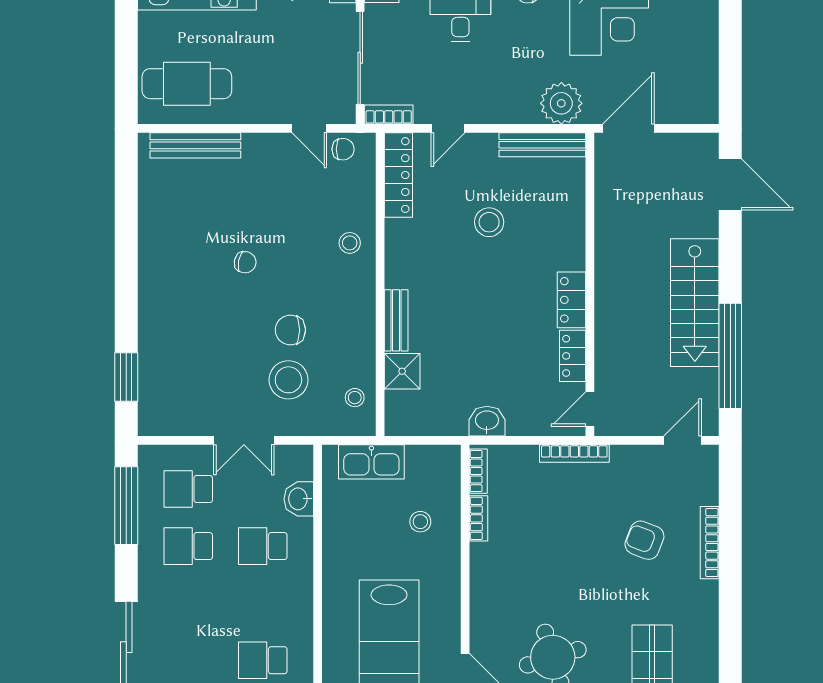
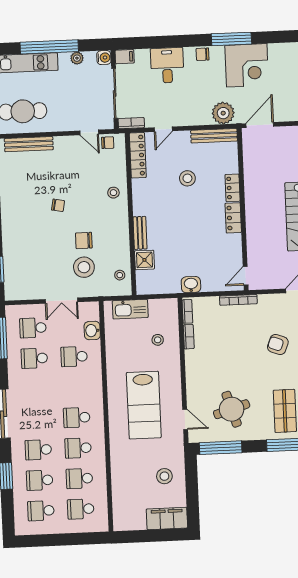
locker: (573, 356) -> (233, 188), moved

